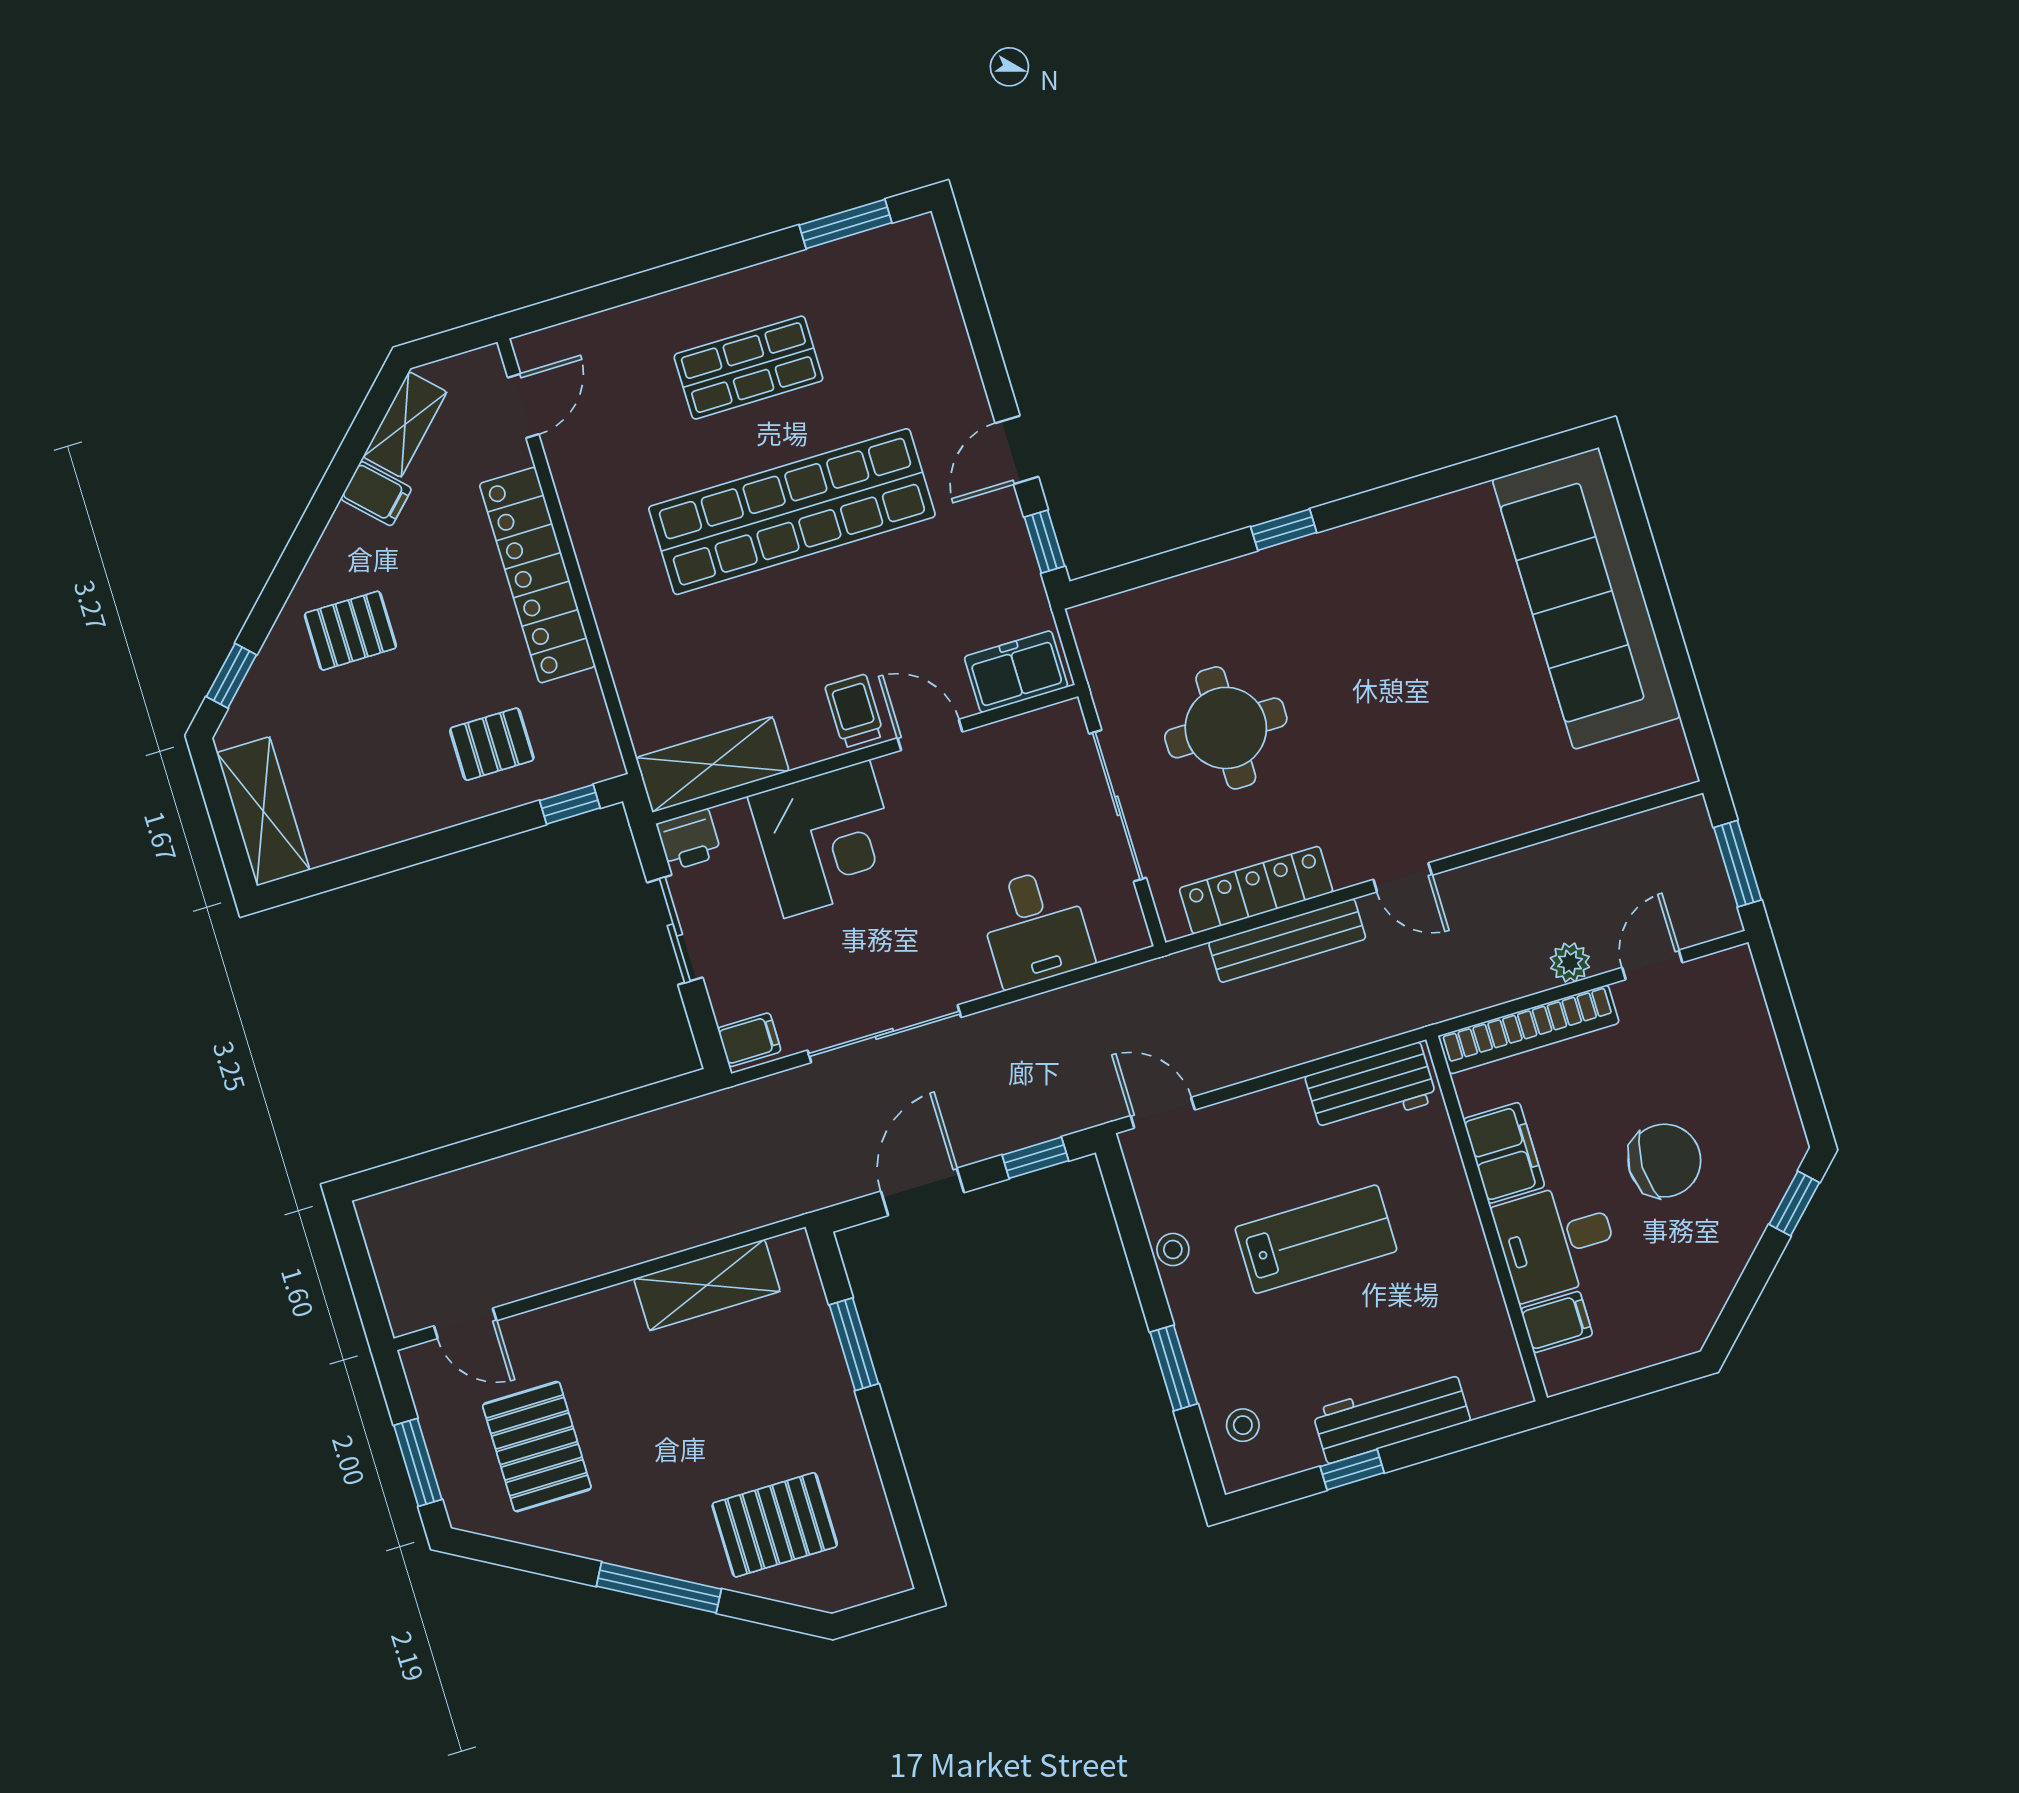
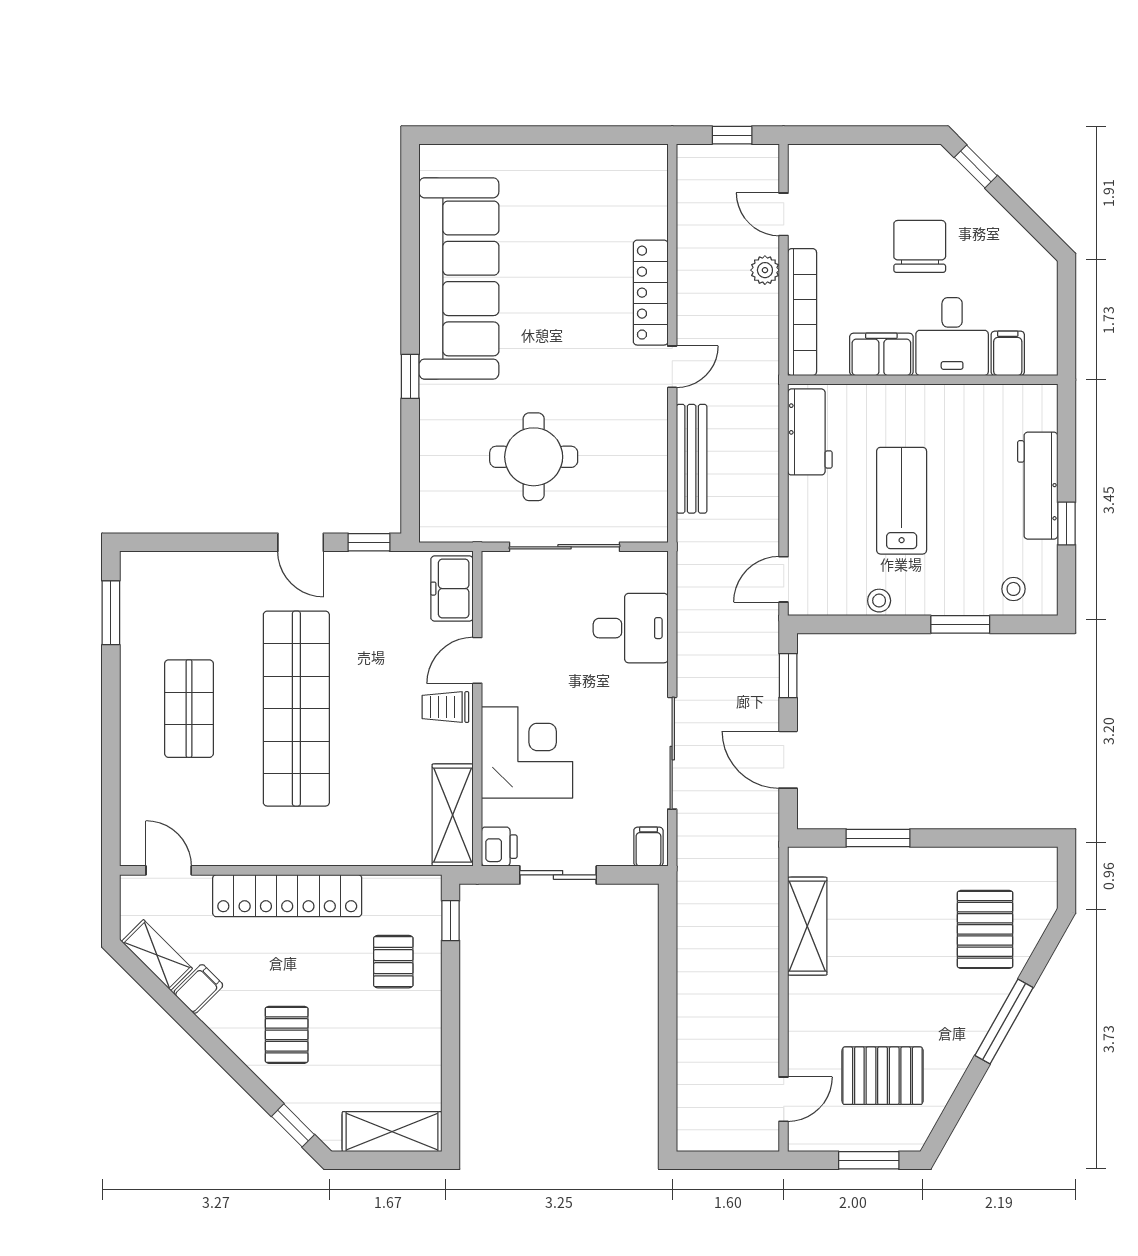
sofa: (1586, 598) -> (459, 278), moved, turned -90
window: (1738, 864) -> (732, 135), width x0.67
locker: (1256, 890) -> (651, 293), moved

